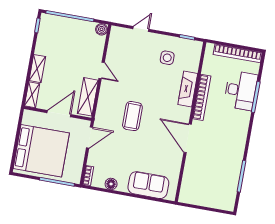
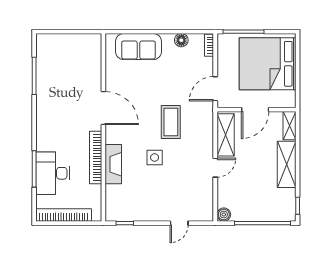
side table: (167, 58) -> (155, 158), moved
shelving: (37, 69) -> (287, 164), width x1.50, depth x1.33
door: (102, 70) -> (215, 168), swing flipped

